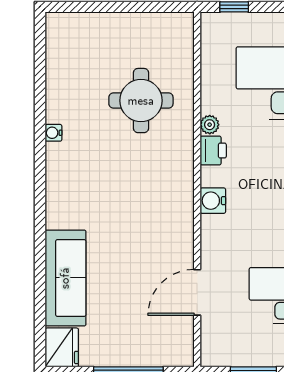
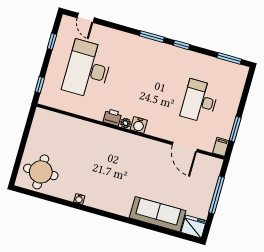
round table: (141, 101) -> (41, 172), moved
plant: (210, 125) -> (126, 123), moved
filing cabinet: (215, 355) -> (221, 147), added

